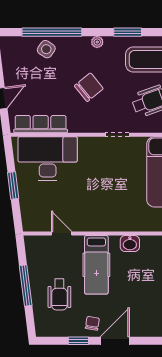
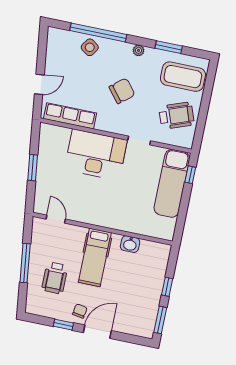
desk: (48, 159) -> (96, 155), moved
door: (62, 234) -> (56, 219), moved

